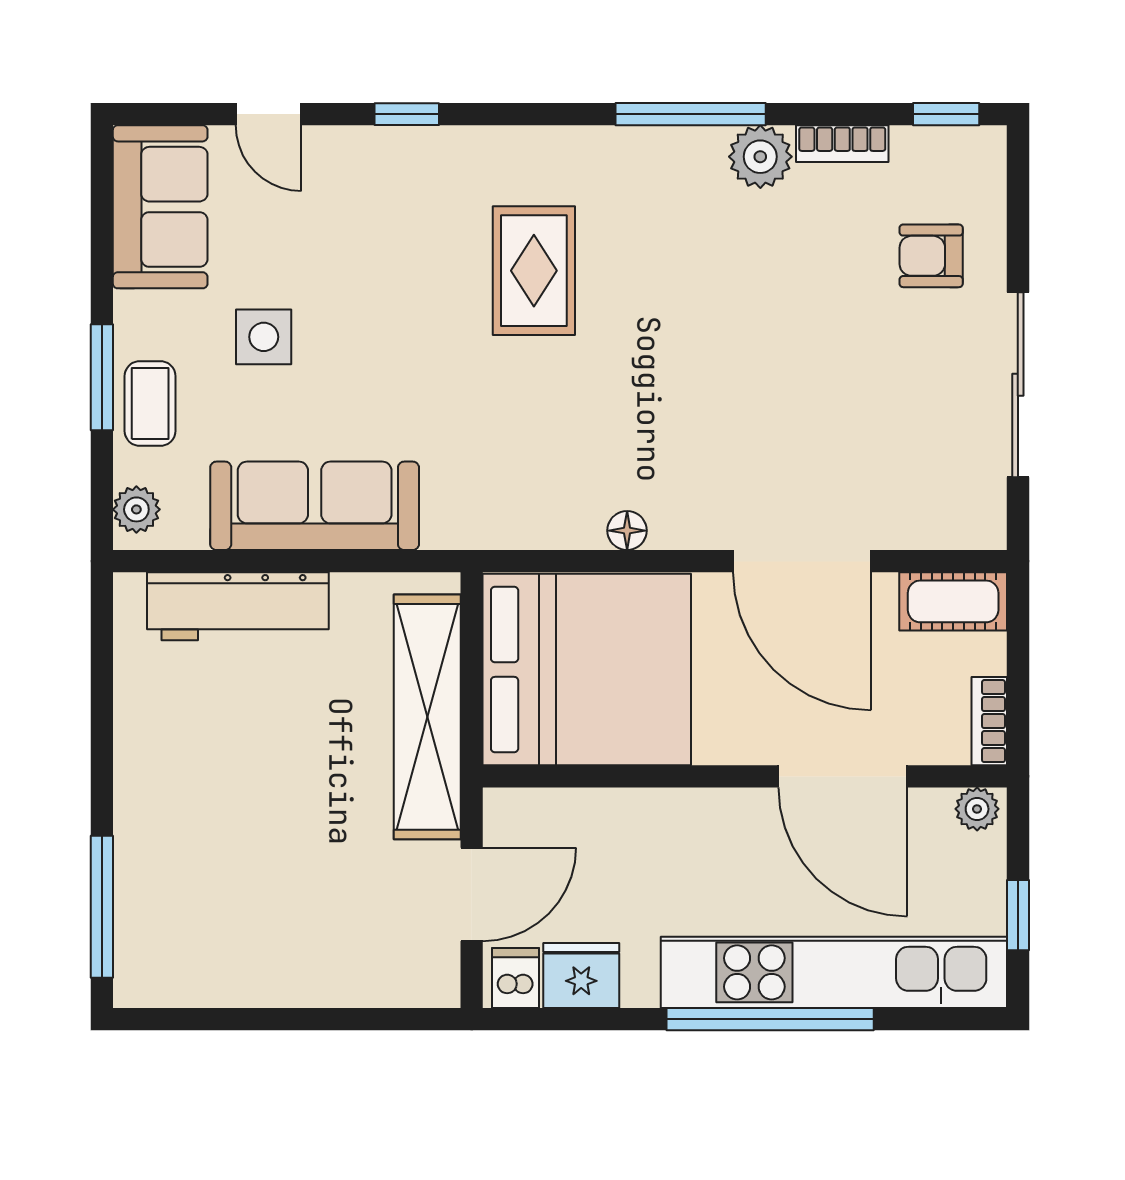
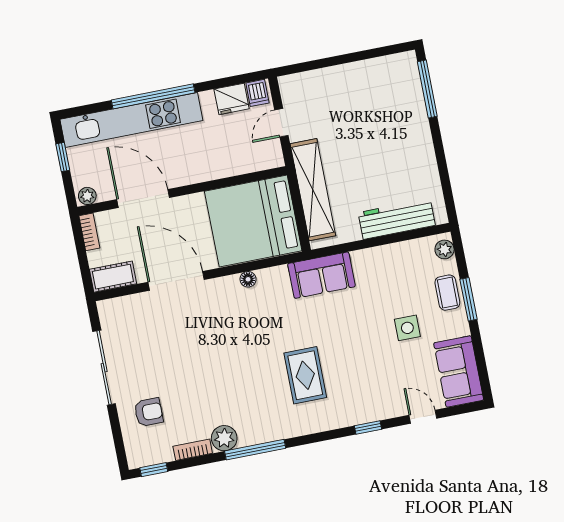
sofa: (315, 506) -> (321, 275), moved, width x0.73
door: (472, 894) -> (281, 123), width x0.73

